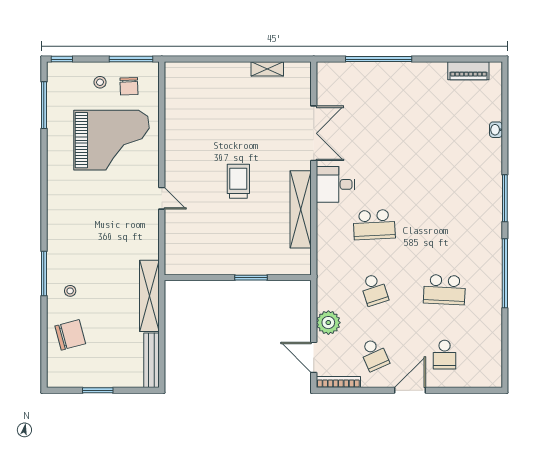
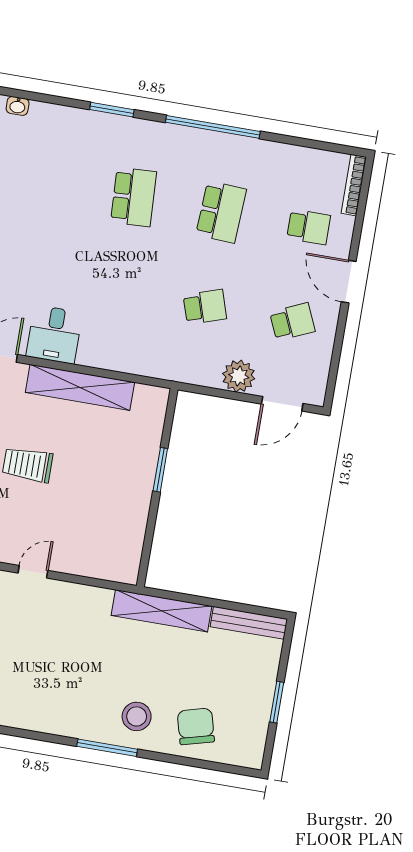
window: (505, 198) -> (112, 110), width x0.69
school desk: (374, 225) -> (134, 197), moved
stool: (70, 291) -> (137, 716), width x1.89, depth x1.89
bookcase: (338, 382) -> (354, 185), moved

